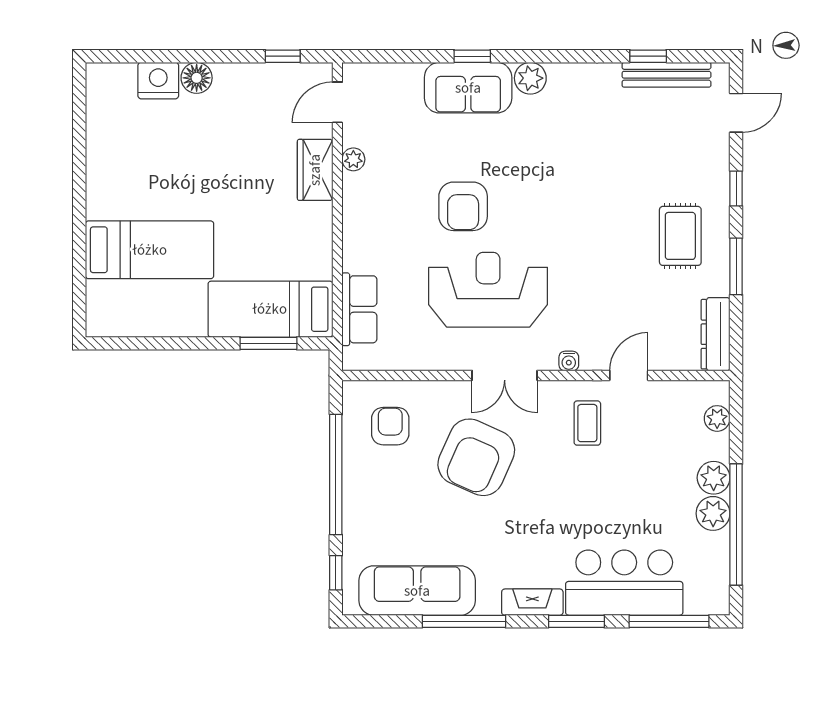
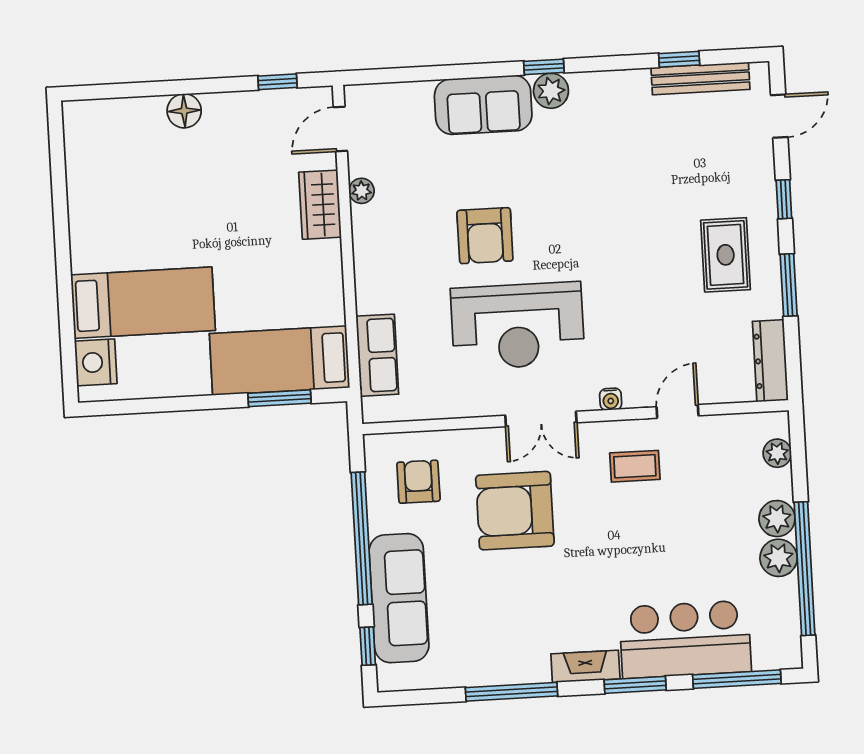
window: (472, 56) -> (544, 67), moved
nightstand: (158, 81) -> (96, 362), moved, turned -90
reception desk: (488, 290) -> (518, 326), turned 180
coffee table: (587, 423) -> (635, 466), turned 90
armchair: (476, 457) -> (515, 511), turned 66
sofa: (417, 591) -> (399, 598), moved, turned 90

